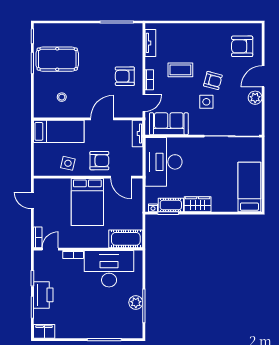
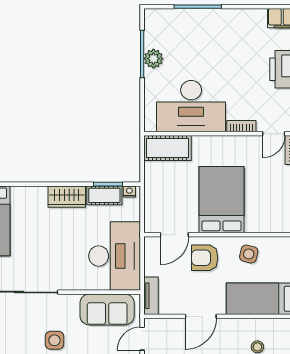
door: (121, 177) -> (174, 235), swing flipped

